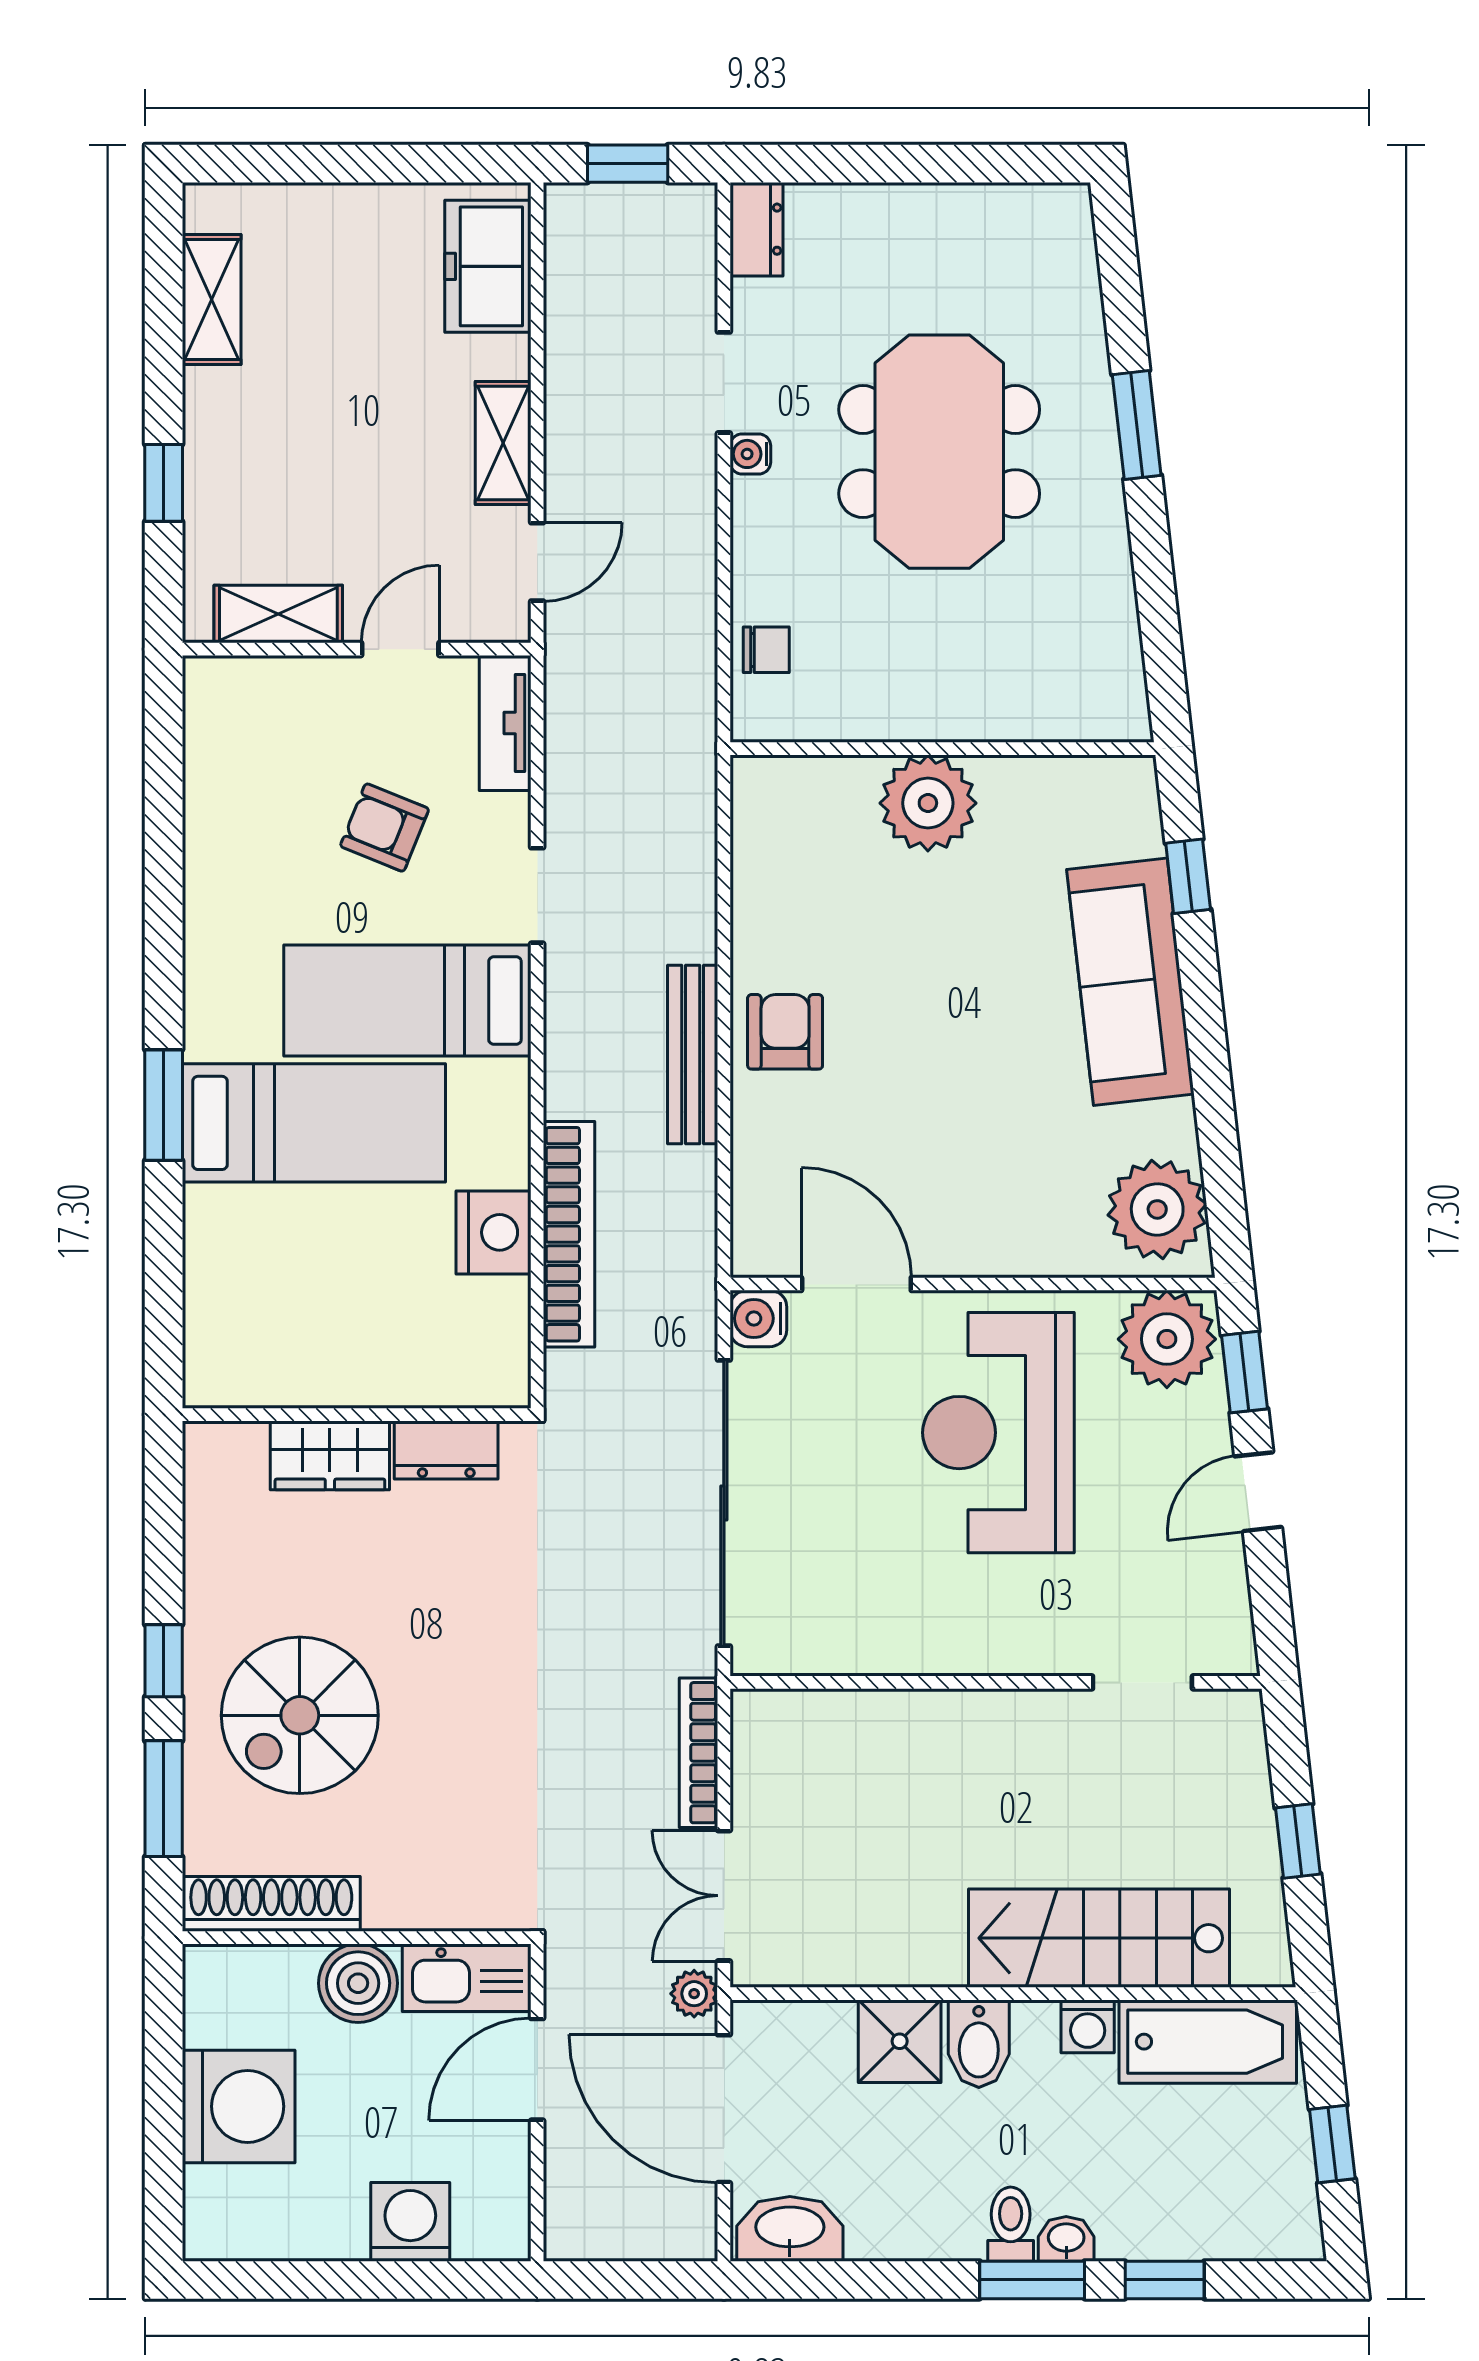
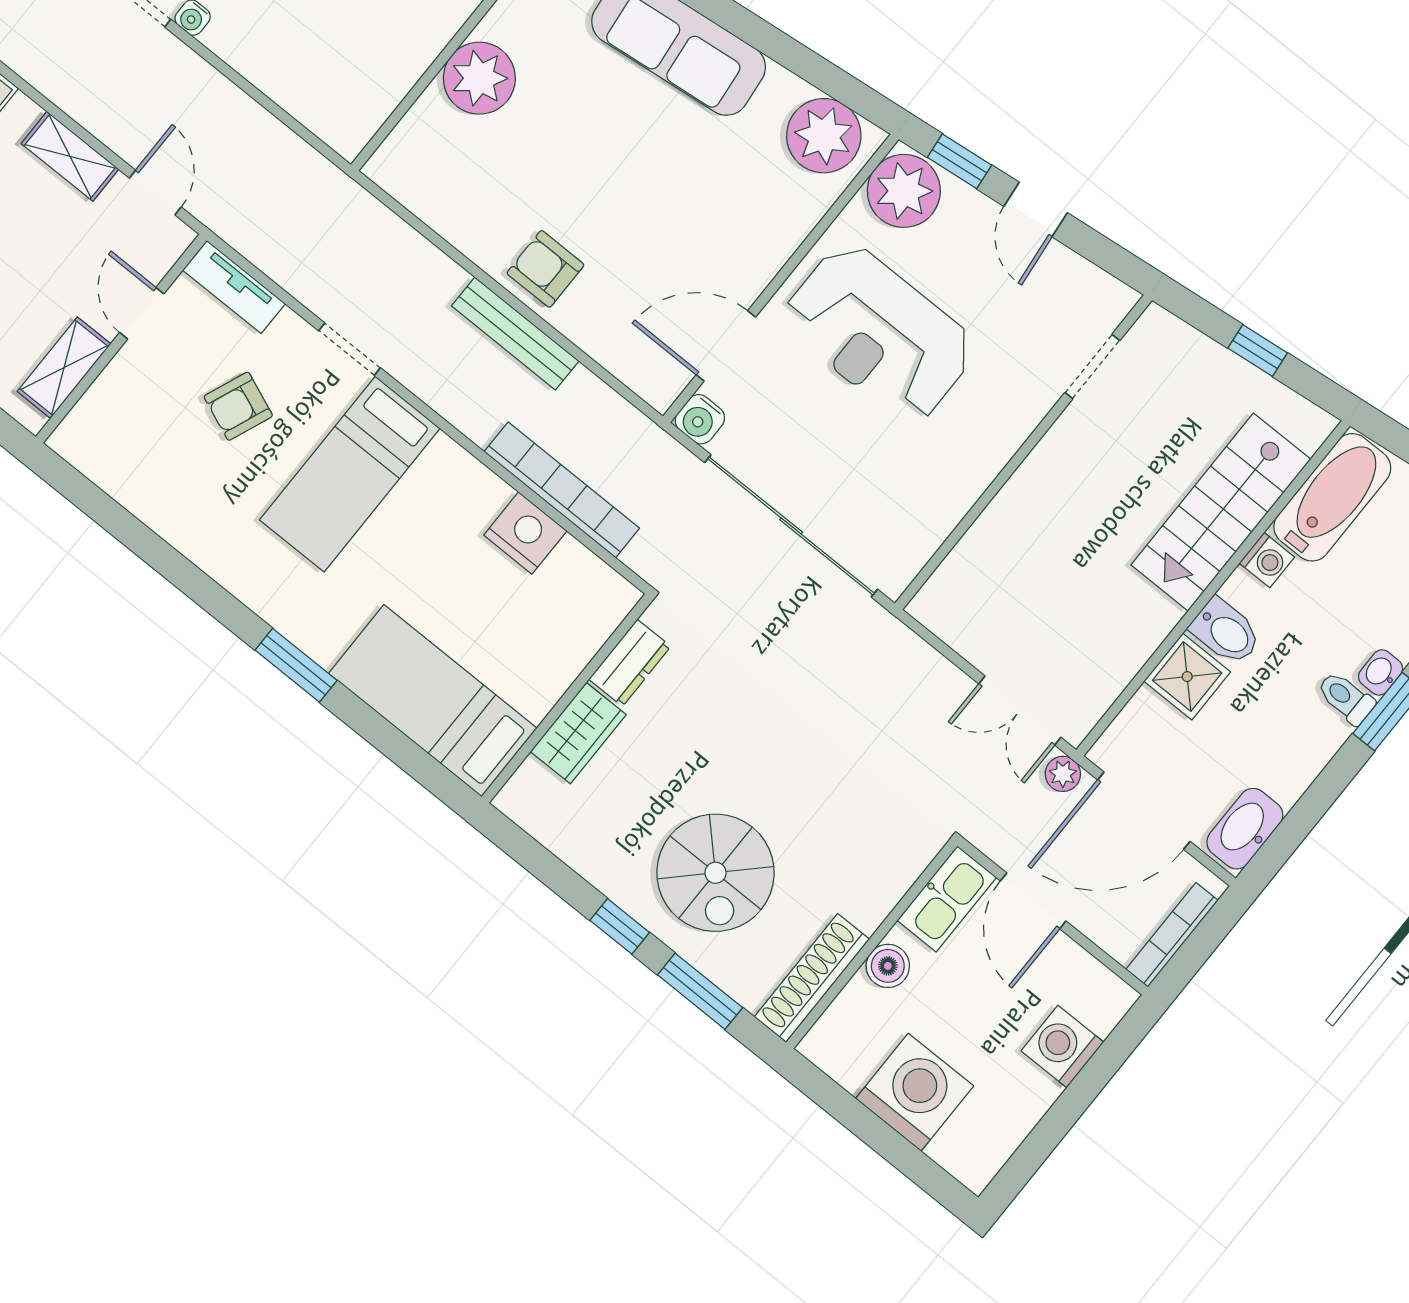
chair: (766, 650) -> (314, 100), removed
bed: (314, 1123) -> (433, 701), moved, turned -90
bookcase: (698, 1753) -> (1172, 935), moved, turned 90
boiler: (358, 1983) -> (888, 966), width x0.73, depth x0.73

